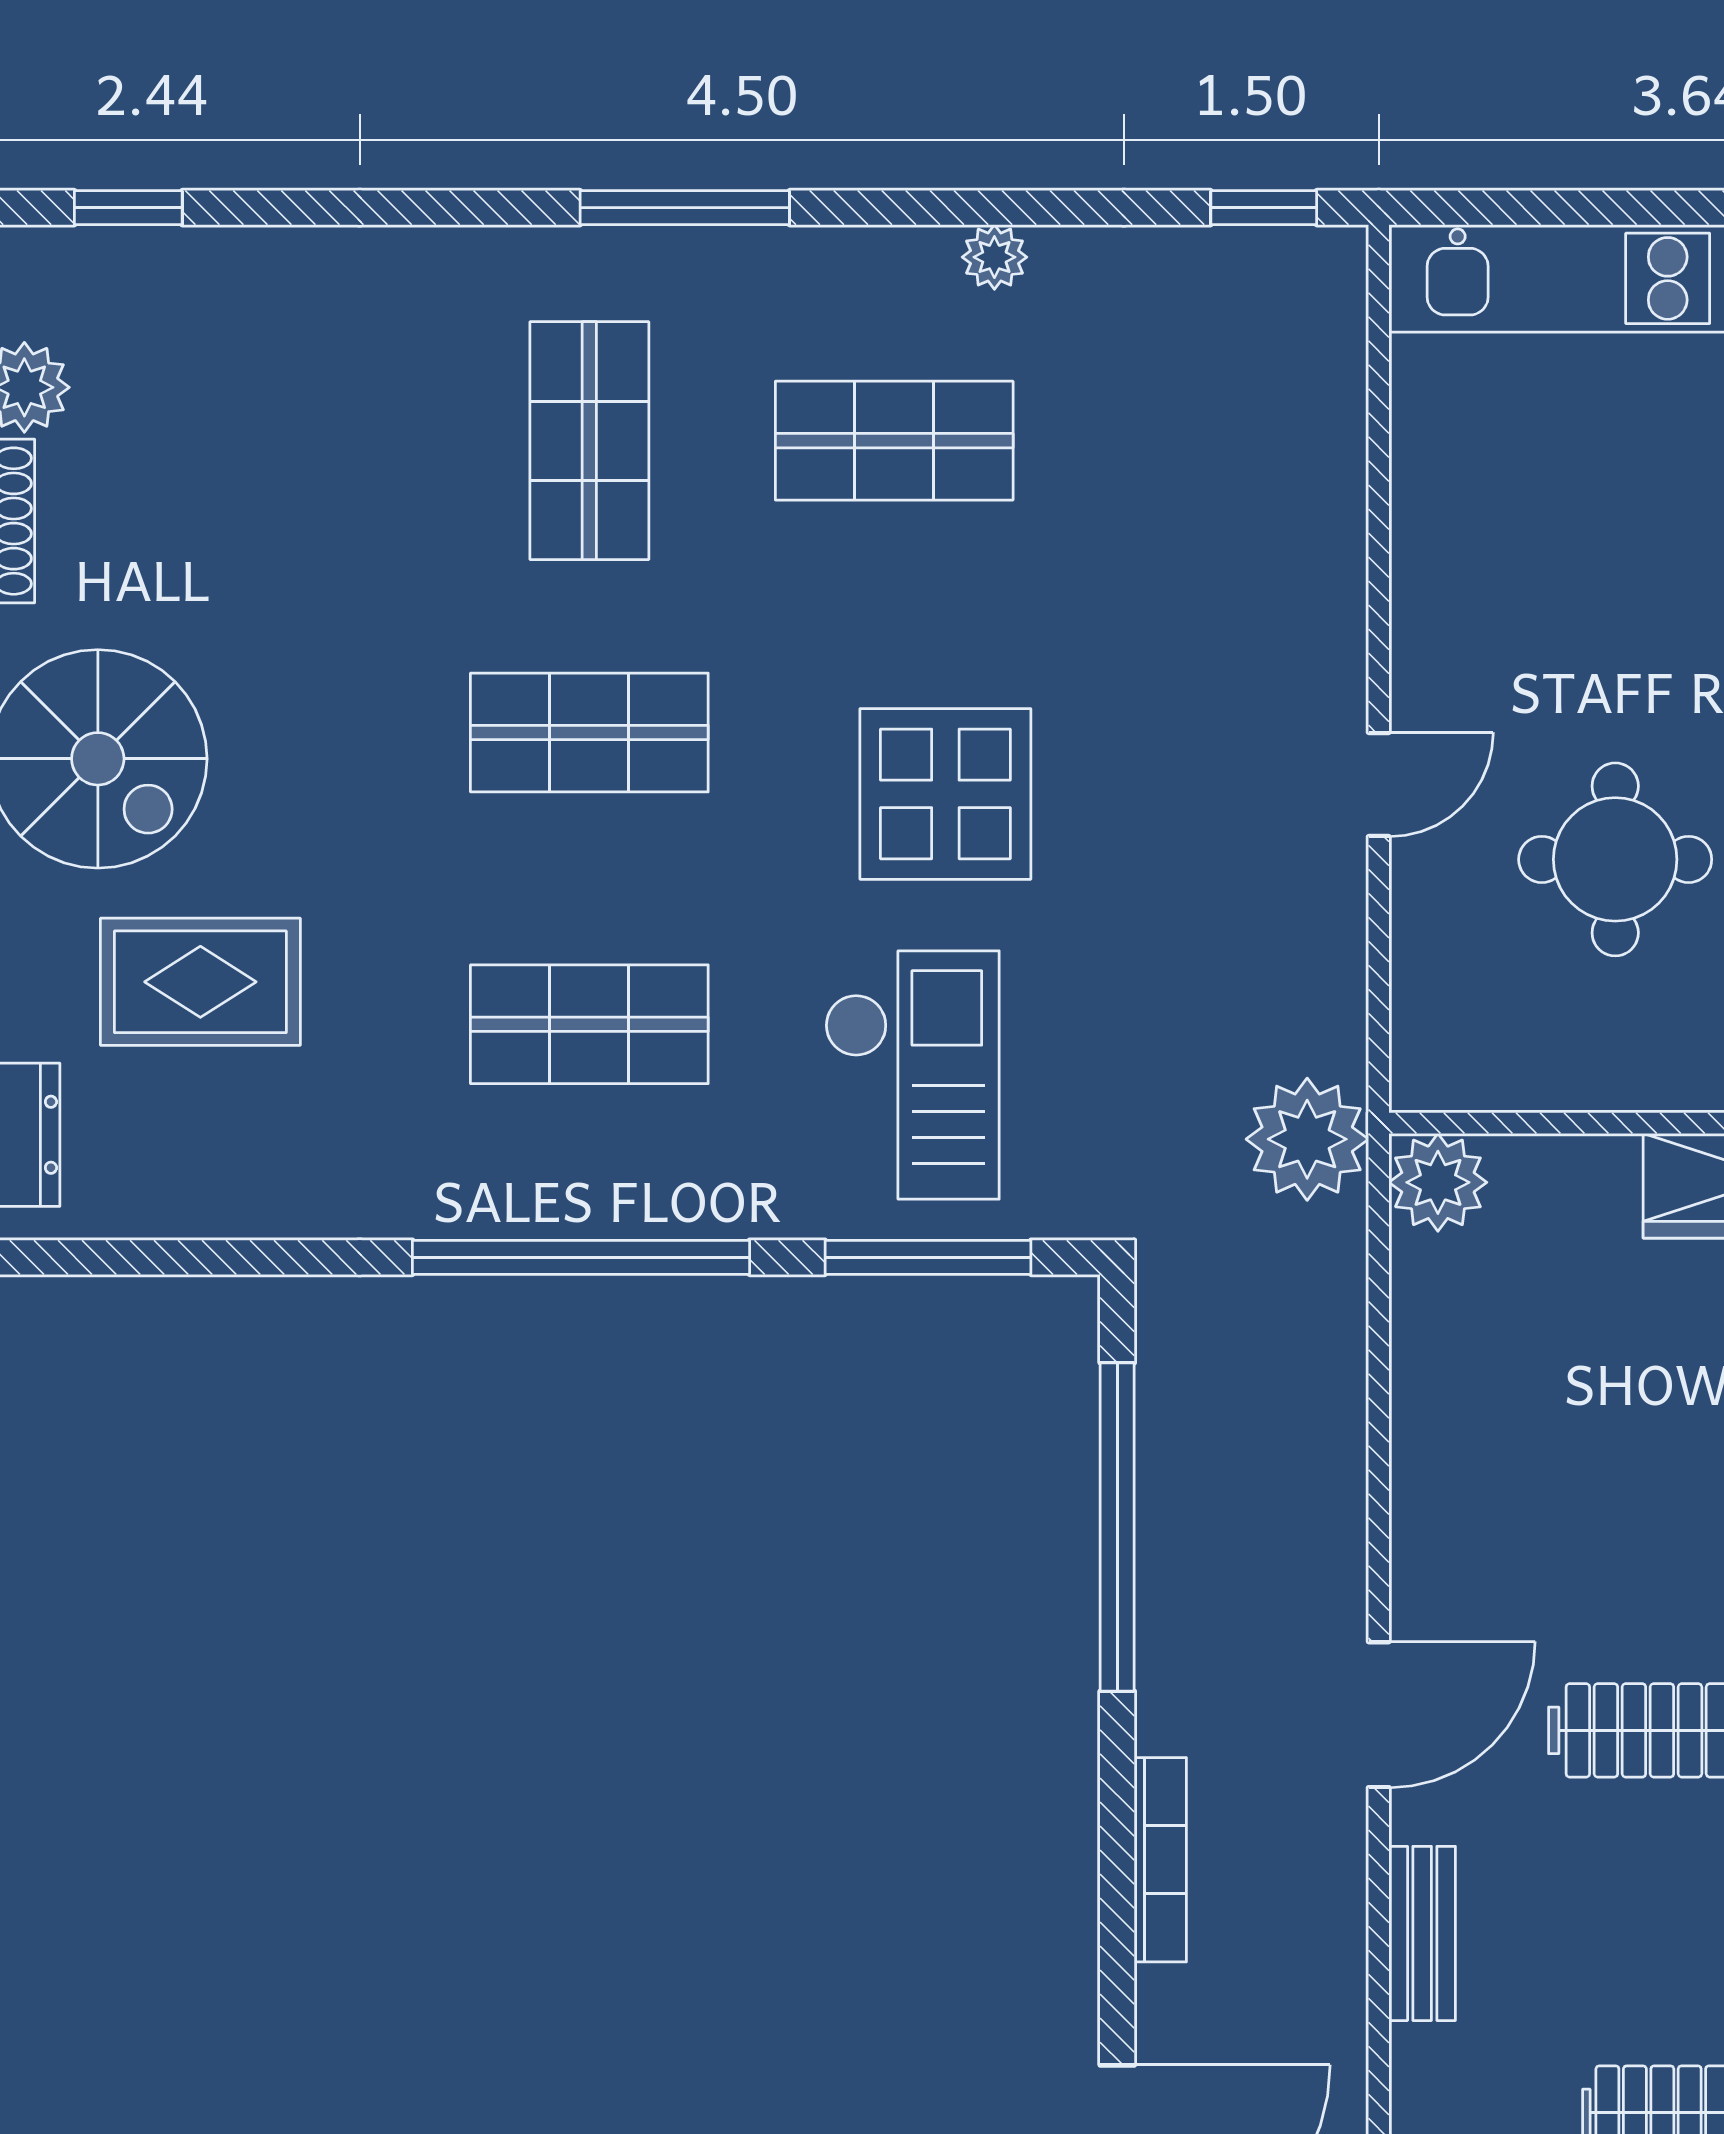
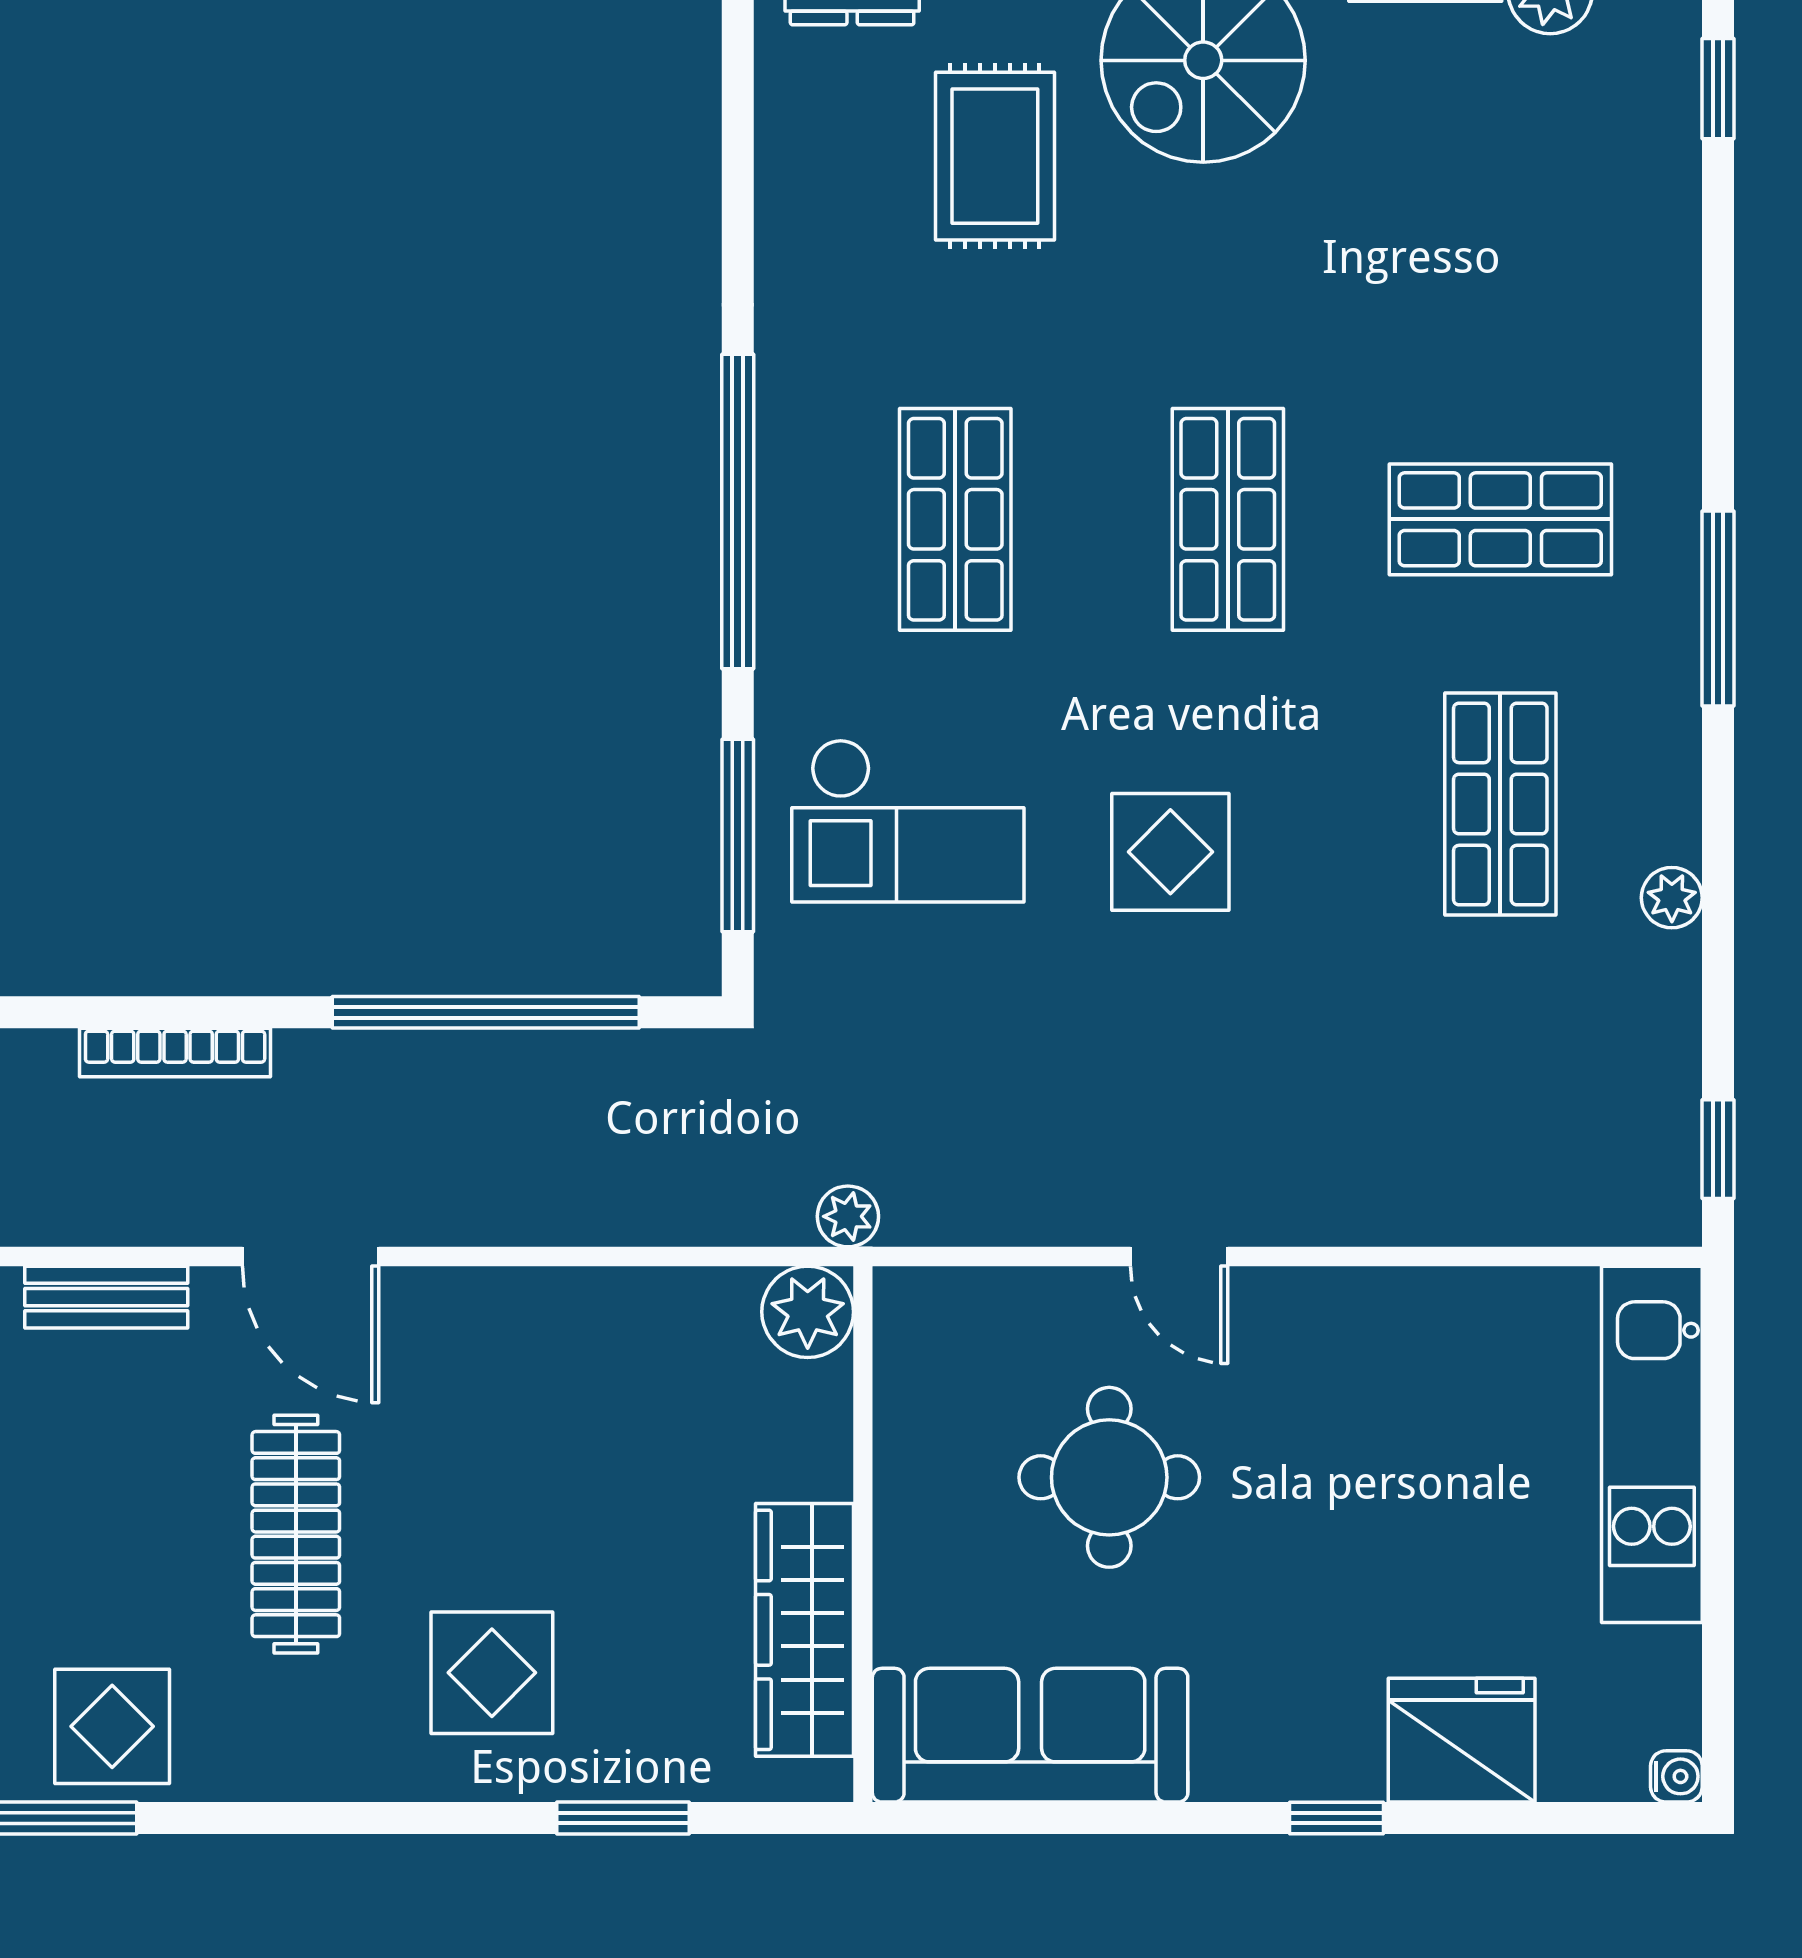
display table: (945, 794) -> (1170, 852), width x0.73, depth x0.73
plant: (1307, 1139) -> (848, 1216), width x0.53, depth x0.53

